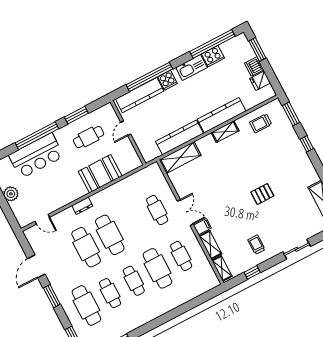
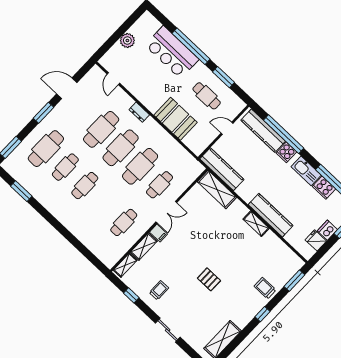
trolley: (261, 123) -> (265, 288), moved
kitchen counter: (179, 137) -> (222, 169), moved
window: (307, 144) -> (263, 314), moved
cafe table: (157, 268) -> (140, 166), moved

